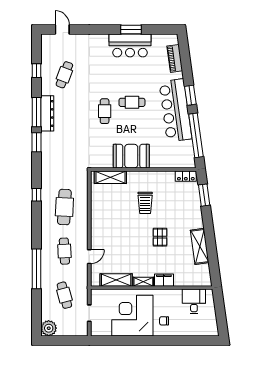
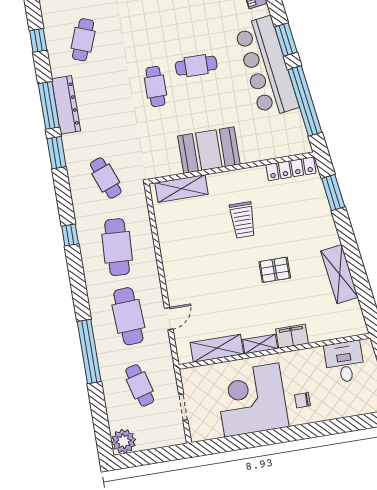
cafe table: (64, 163) -> (106, 178), added
locker: (186, 176) -> (291, 169), width x1.53
pallet: (160, 237) -> (275, 270), turned 90
cafe table: (64, 251) -> (128, 316), width x1.37, depth x1.35

